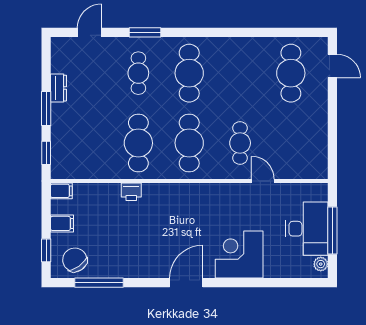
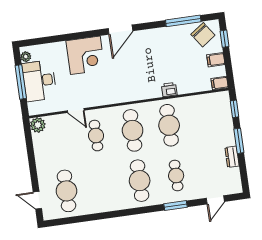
plant: (317, 169) -> (38, 125), added

